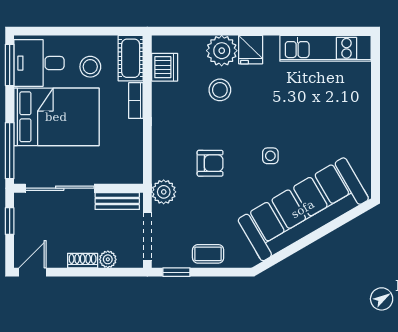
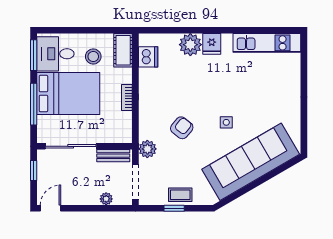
stool: (220, 90) -> (189, 74), removed
bookcase: (136, 101) -> (127, 97), moved
window: (10, 151) -> (34, 104), moved
armchair: (210, 163) -> (182, 128), turned -51
shoe rack: (83, 261) -> (88, 200), removed
window: (176, 272) -> (174, 208), moved

